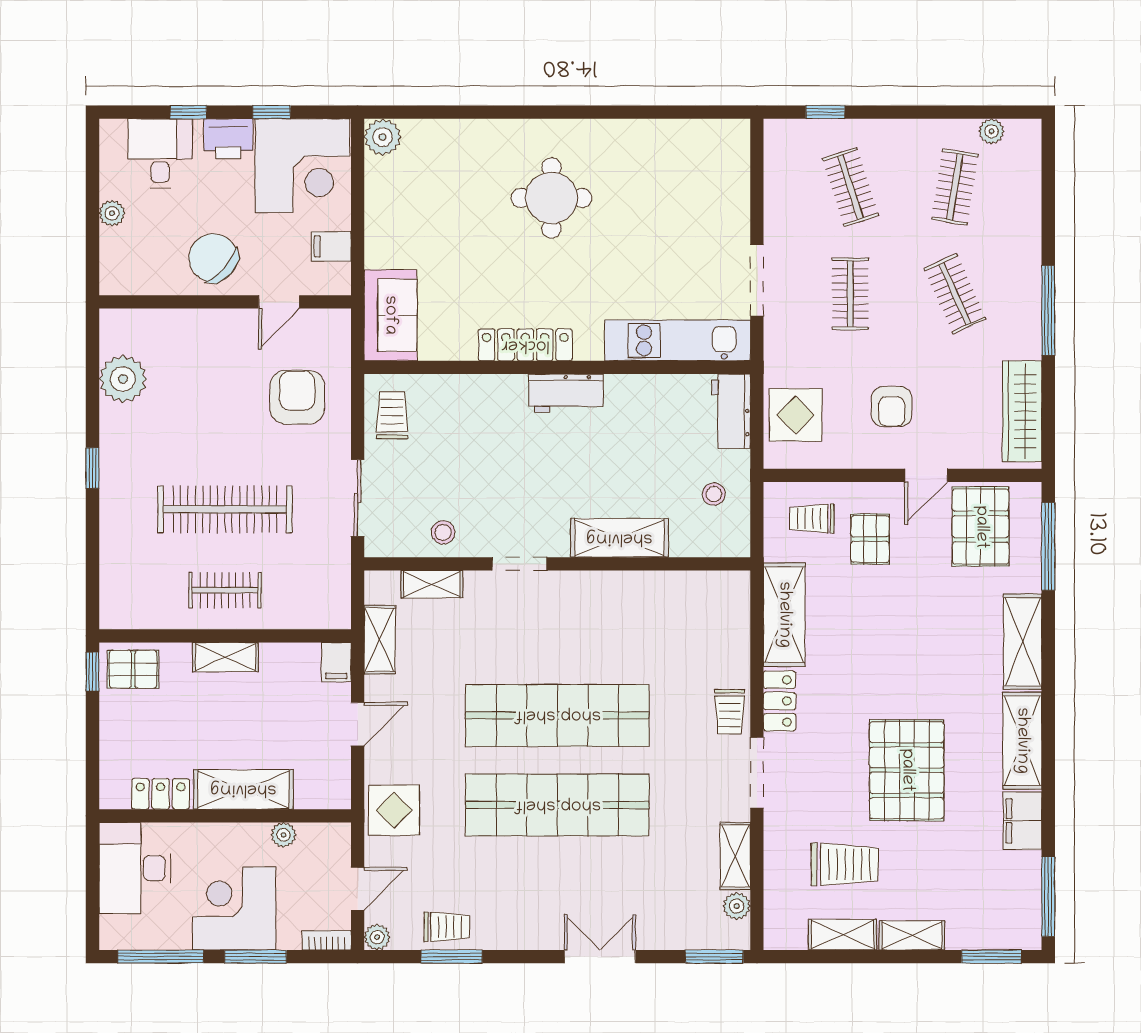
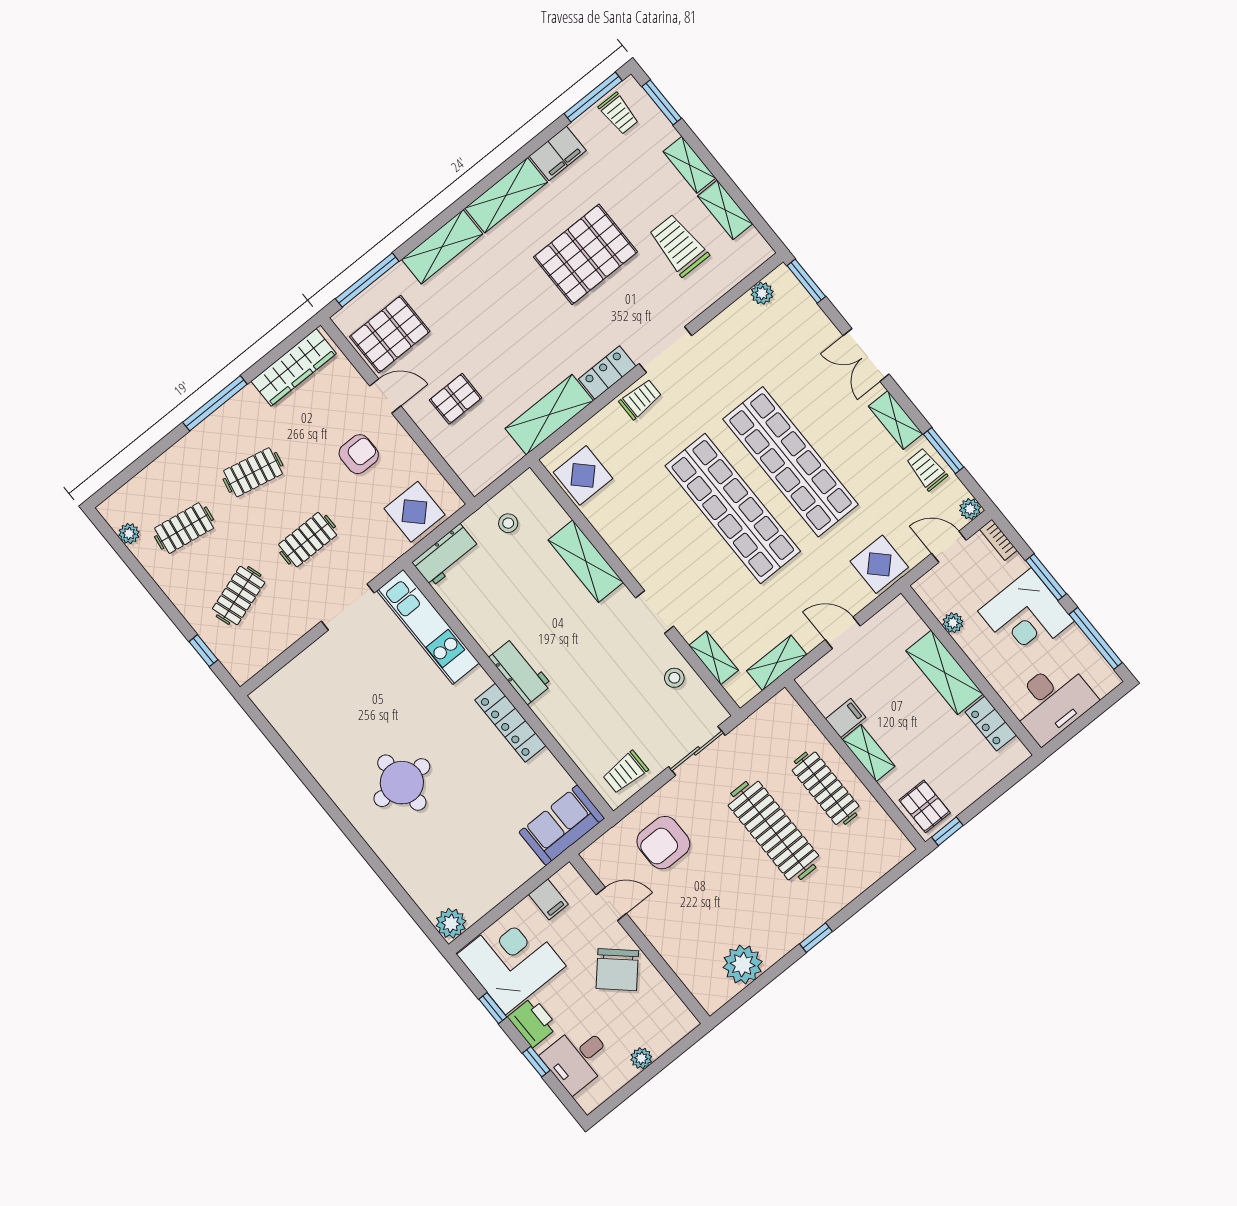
clothes rail: (955, 294) -> (253, 472), turned 36
trolley: (812, 519) -> (619, 113), moved
clothes rail: (225, 590) -> (826, 788), width x1.36
display table: (702, 600) -> (583, 475), added
filing cabinet: (336, 662) -> (846, 718), moved
shelving: (735, 856) -> (896, 420), moved, turned 90

